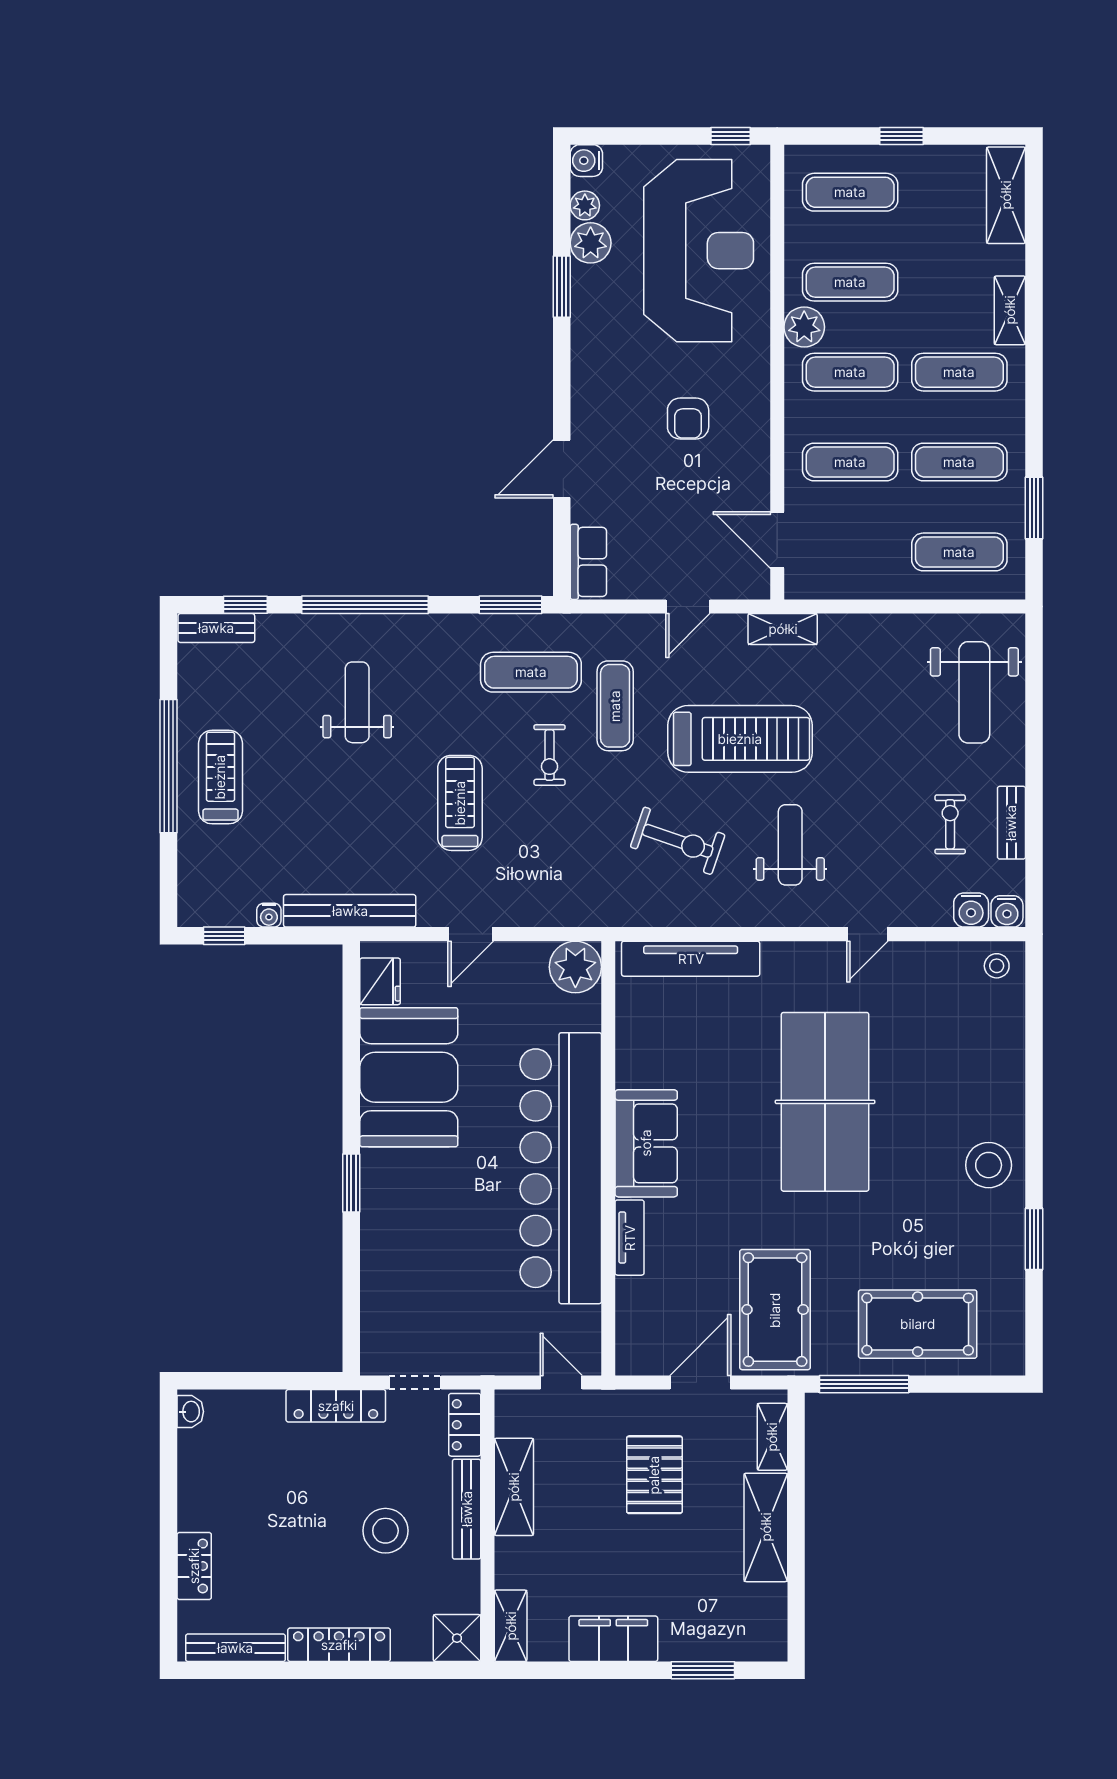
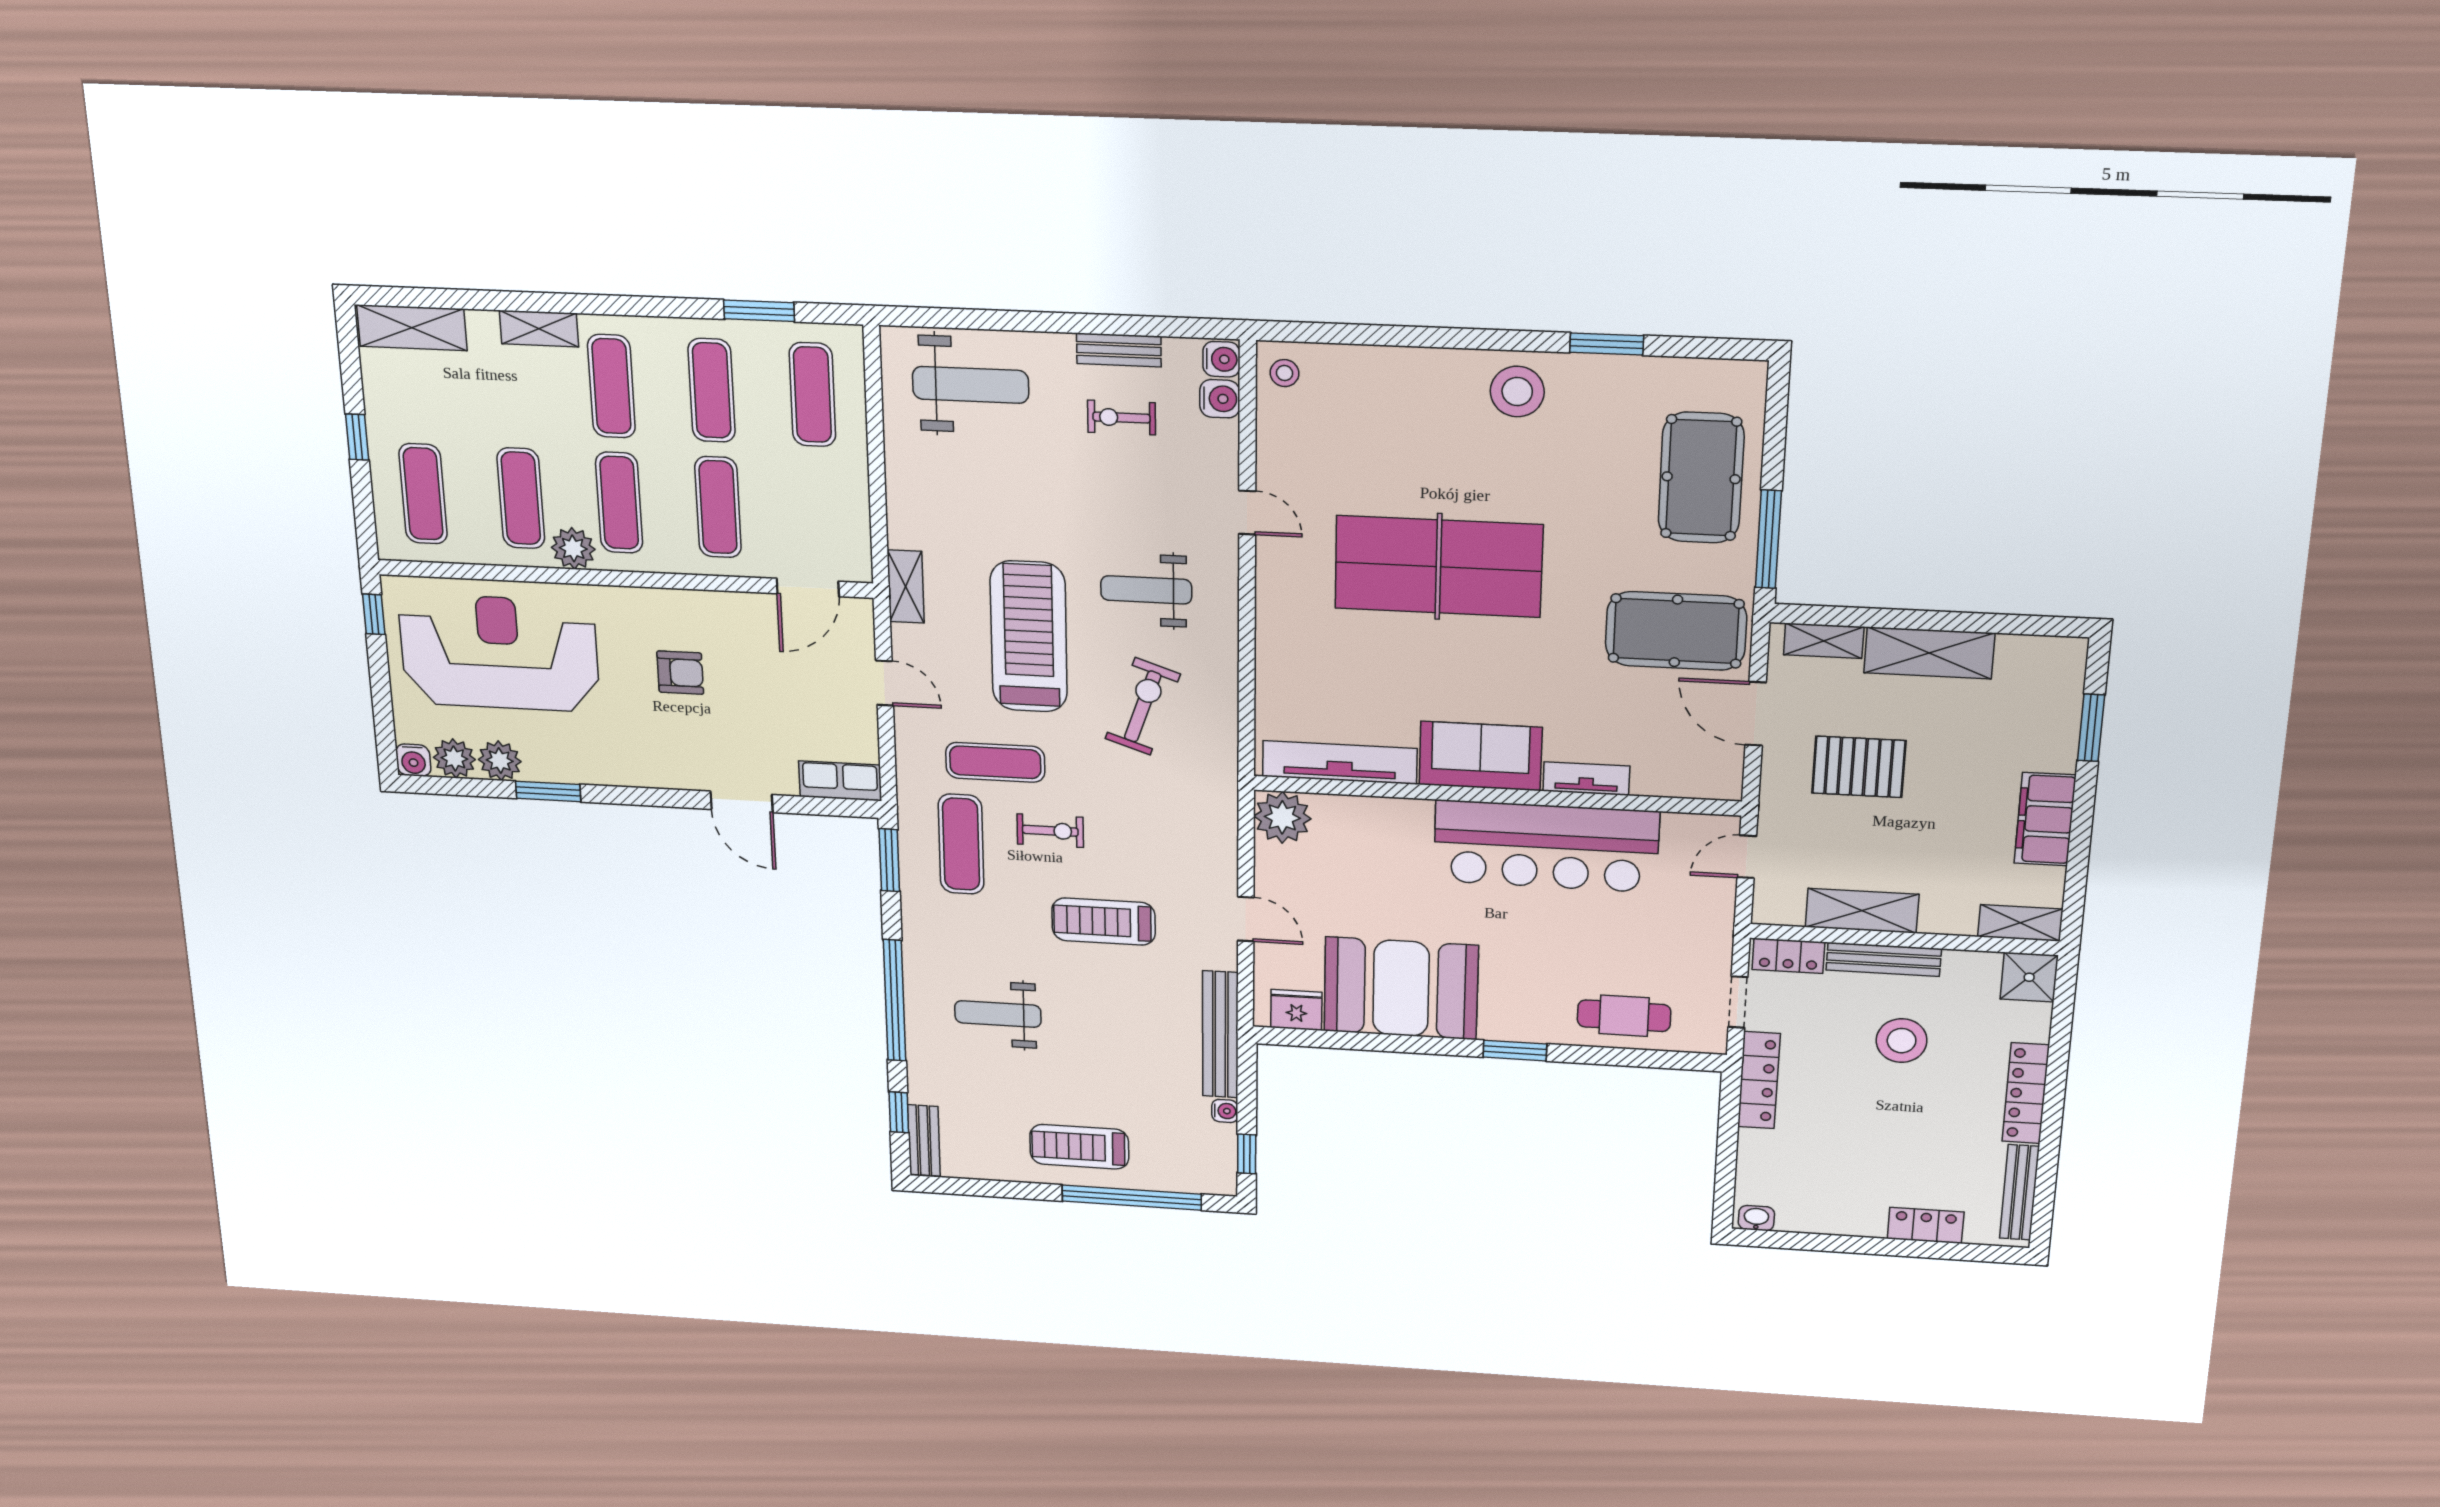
plant: (585, 205) -> (454, 758), width x1.38, depth x1.38
window: (169, 766) -> (1132, 1198), moved
tv unit: (691, 959) -> (1340, 762), moved, turned -90
bar counter: (561, 1168) -> (1546, 846), width x0.73
cafe table: (394, 1281) -> (1624, 1016), added

